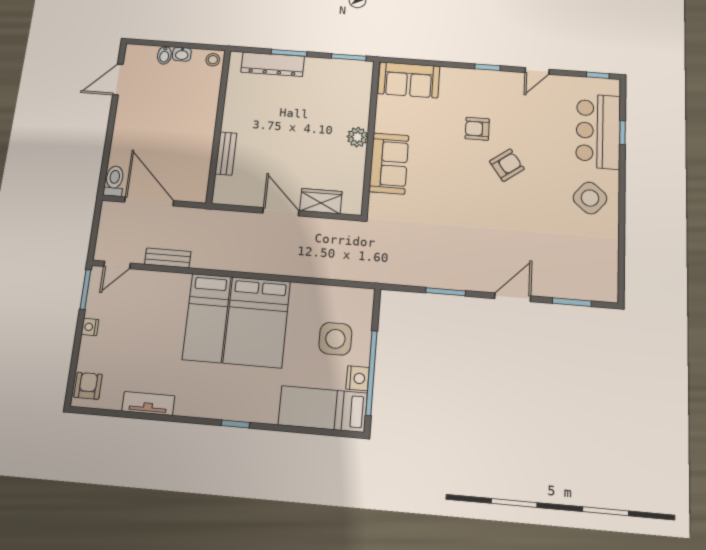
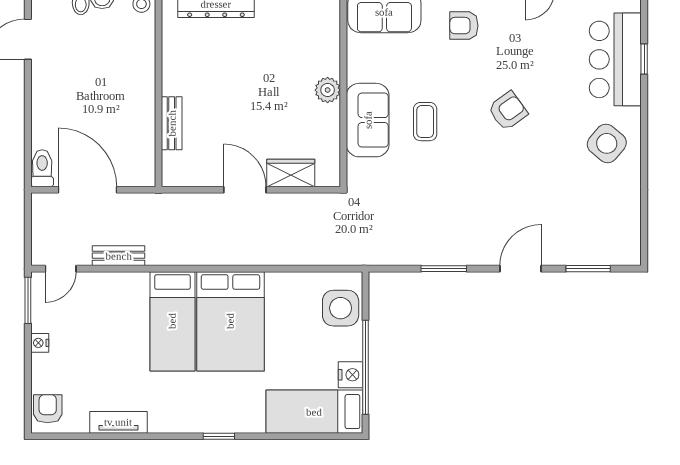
armchair: (477, 129) -> (464, 26), moved
coffee table: (437, 168) -> (425, 122), added
side table: (335, 339) -> (341, 308), moved

